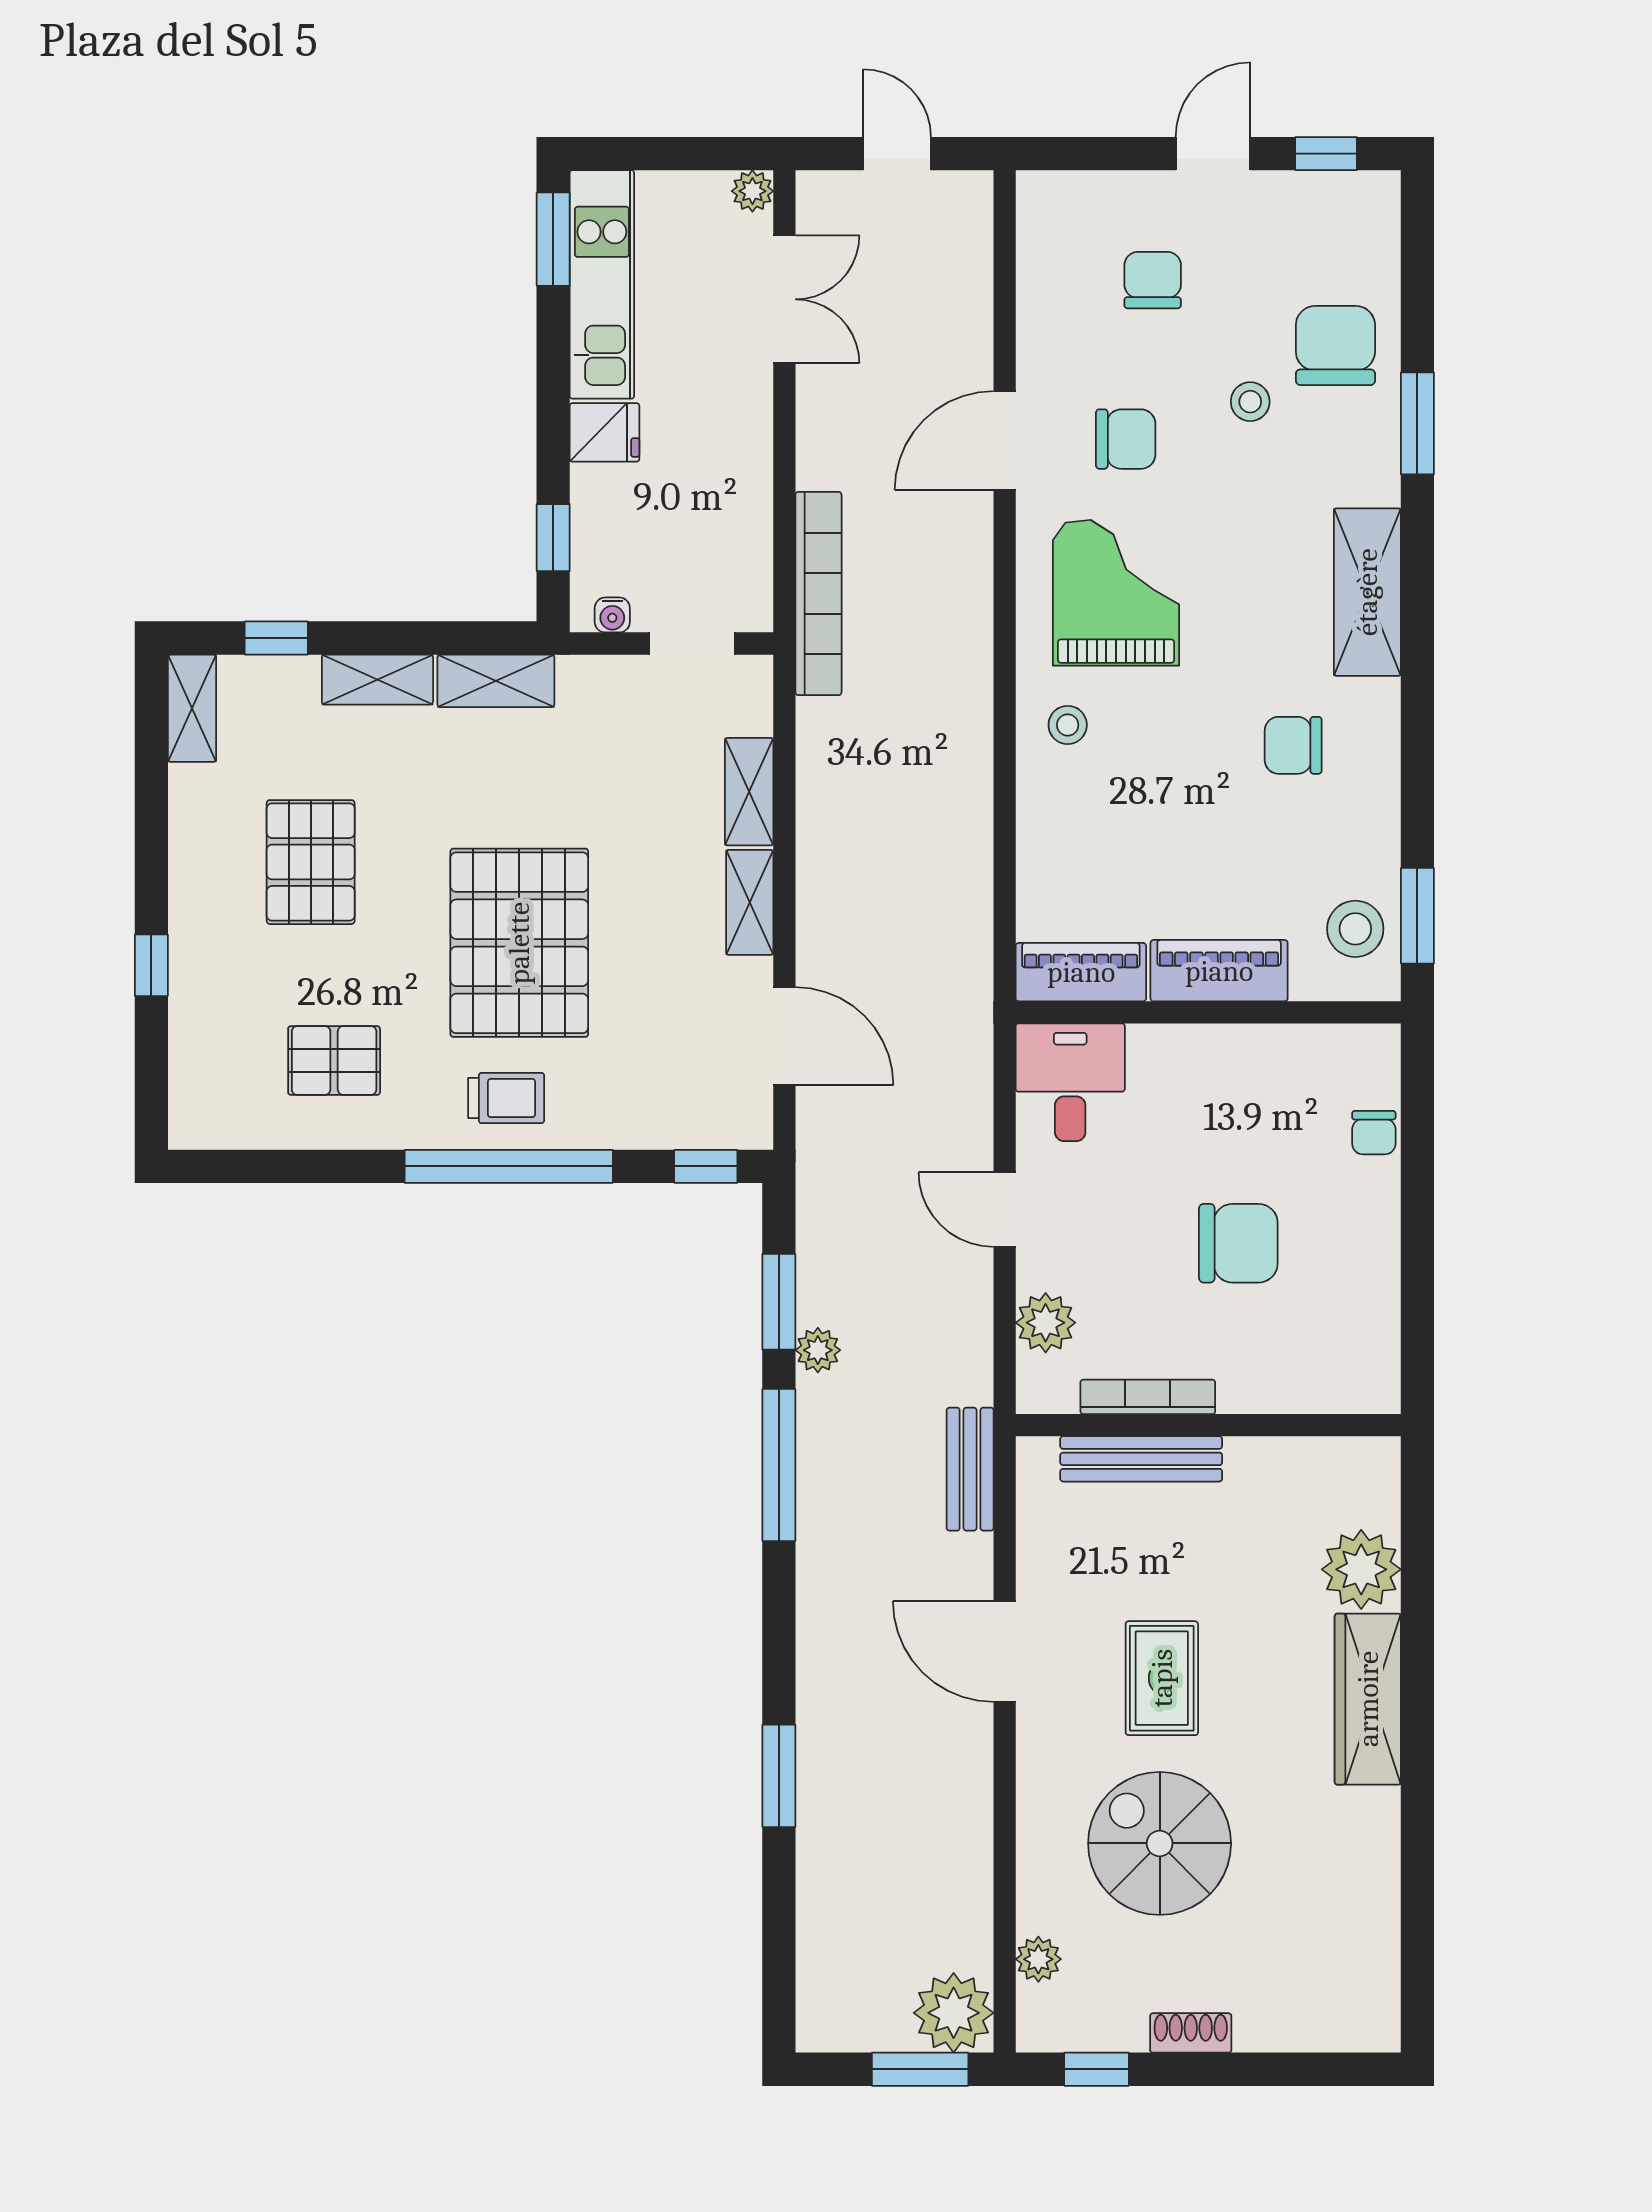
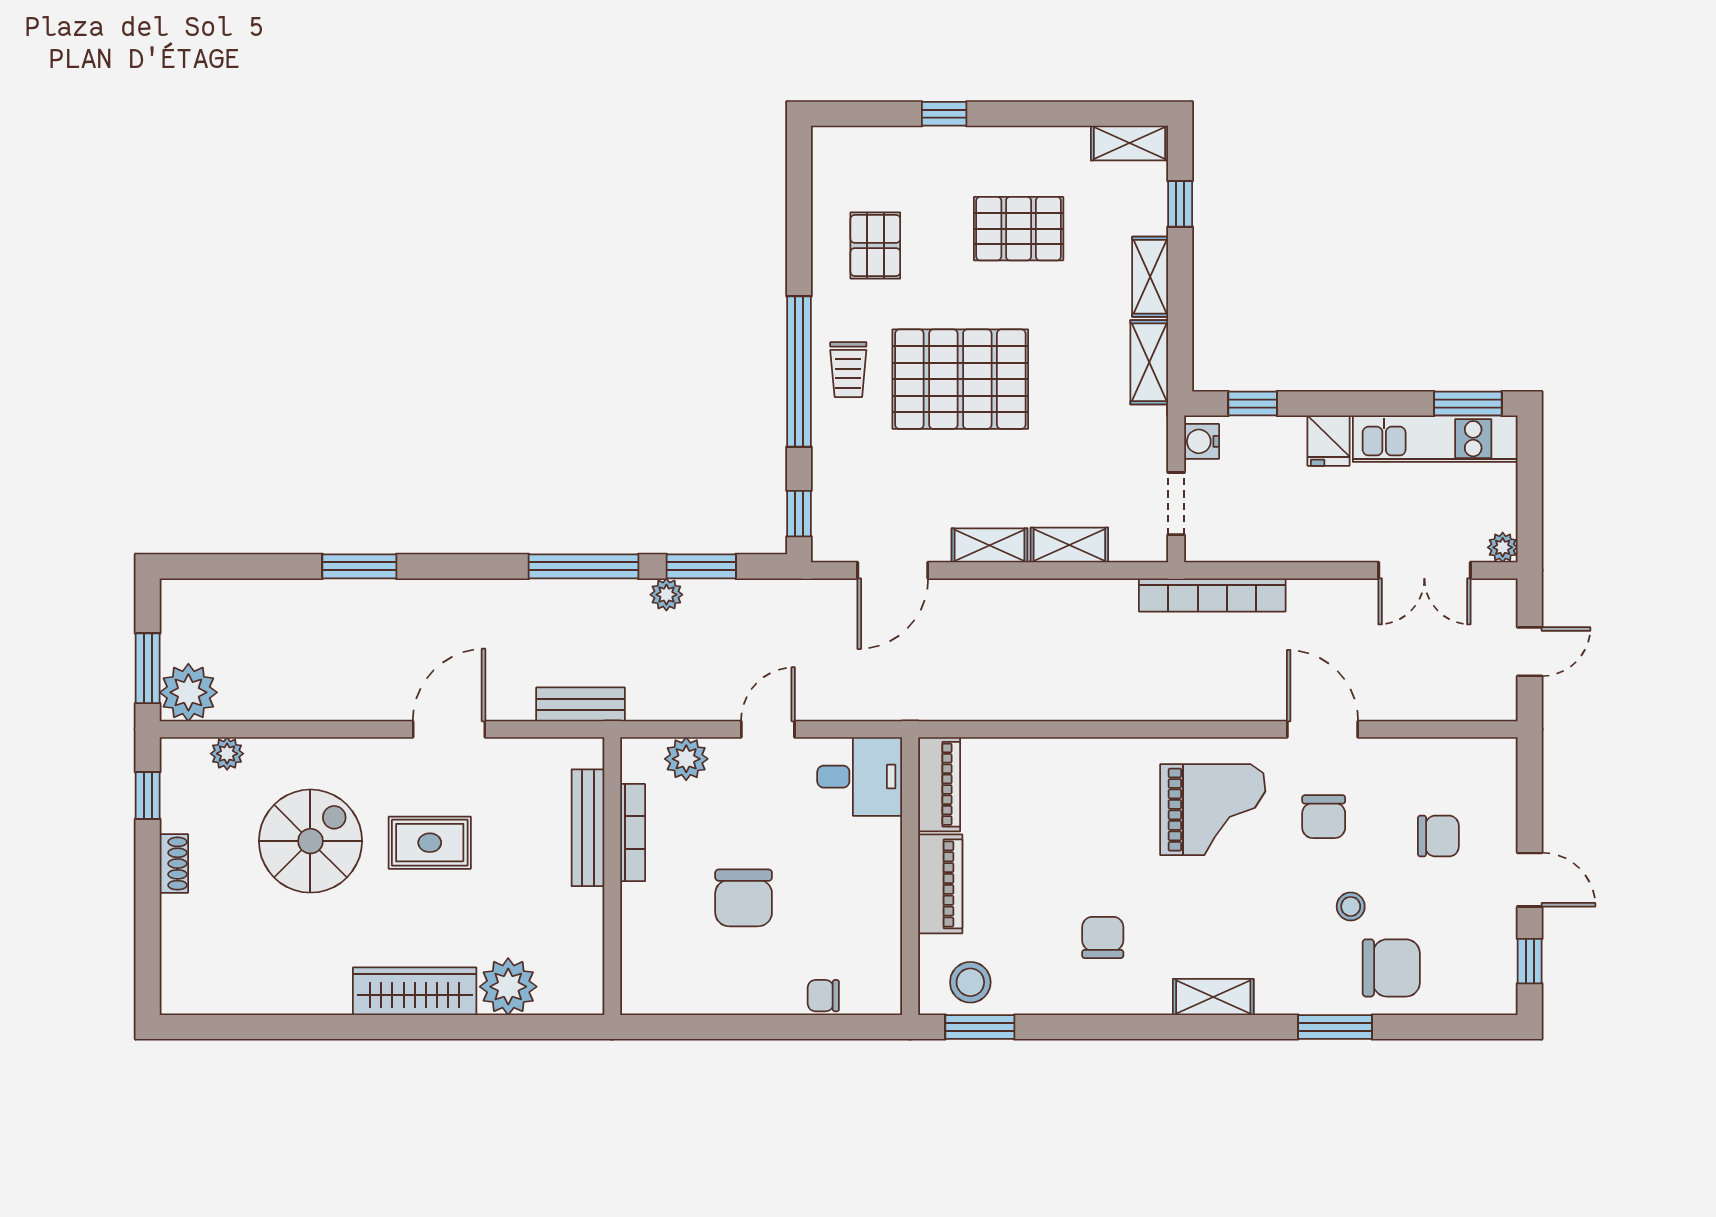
shelving: (1367, 592) -> (1213, 997), width x0.67, depth x0.75
water cooler: (612, 615) -> (1202, 441), width x1.38, depth x1.38
stool: (1068, 725) -> (1117, 775), removed

